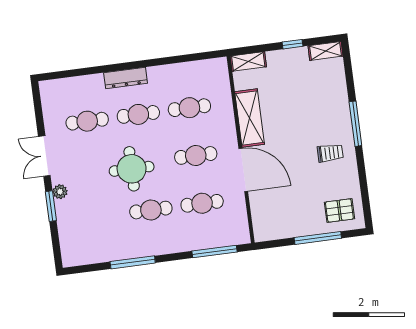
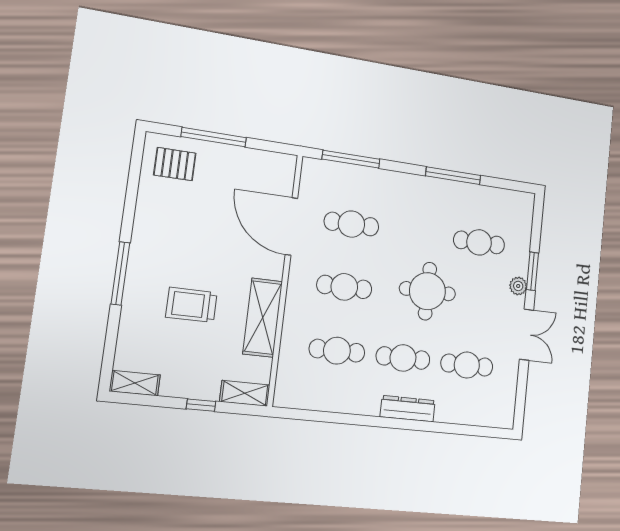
window: (293, 44) -> (201, 405), moved
trolley: (330, 153) -> (191, 305), moved, width x1.36, depth x1.39
door: (243, 170) -> (291, 226), moved
cafe table: (151, 210) -> (479, 242), moved

